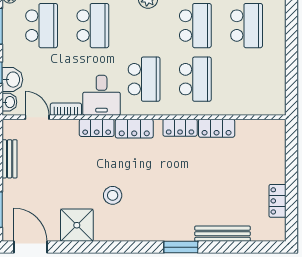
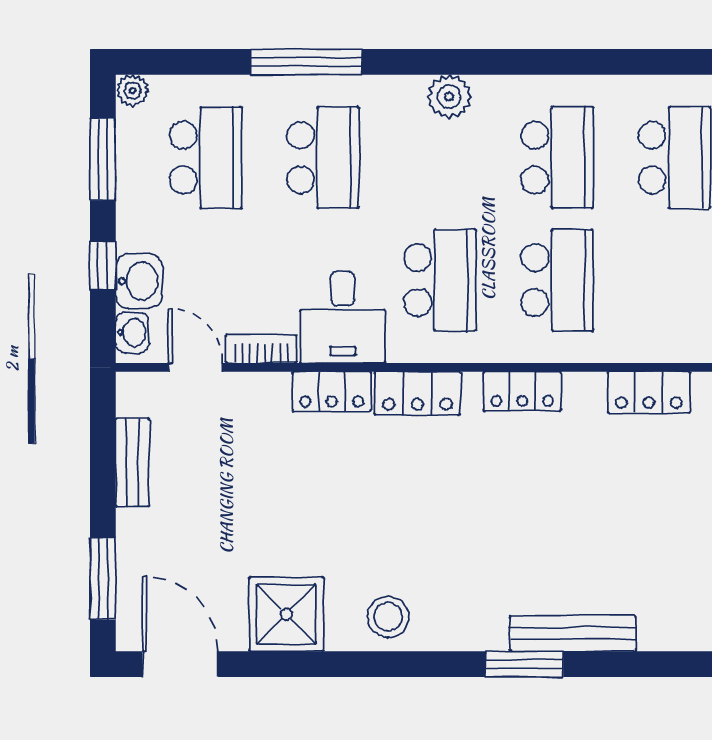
locker: (217, 128) -> (649, 392), moved
stool: (113, 195) -> (388, 617), moved
bench: (223, 234) -> (573, 634), moved

